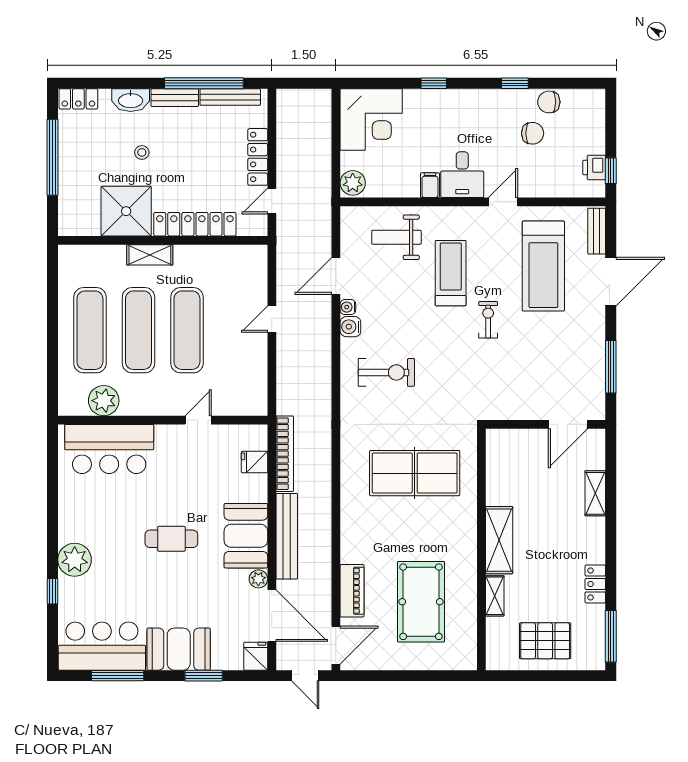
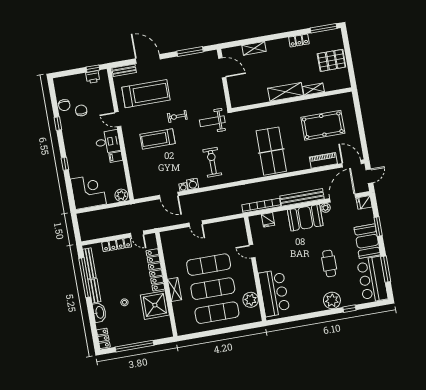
weight bench: (396, 237) -> (212, 121), moved, turned 90
table tennis table: (415, 473) -> (271, 151), moved
cafe table: (171, 539) -> (329, 263), moved
pallet: (545, 641) -> (331, 60), turned 90

